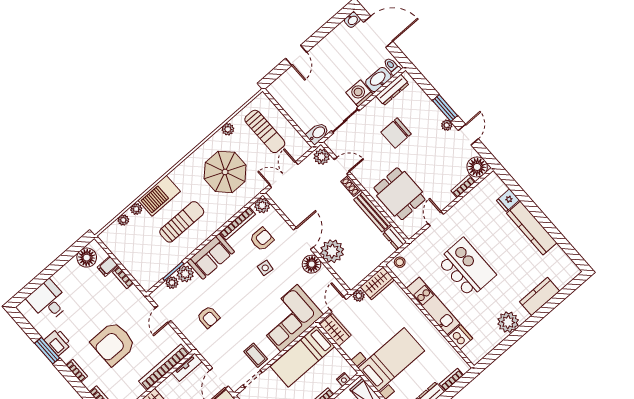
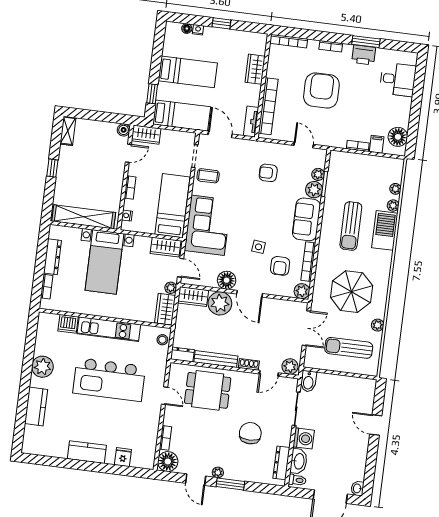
kitchen counter: (532, 228) -> (87, 452), width x0.67
kitchen island: (467, 268) -> (109, 380), width x1.37
wardrobe: (348, 274) -> (193, 297), added

